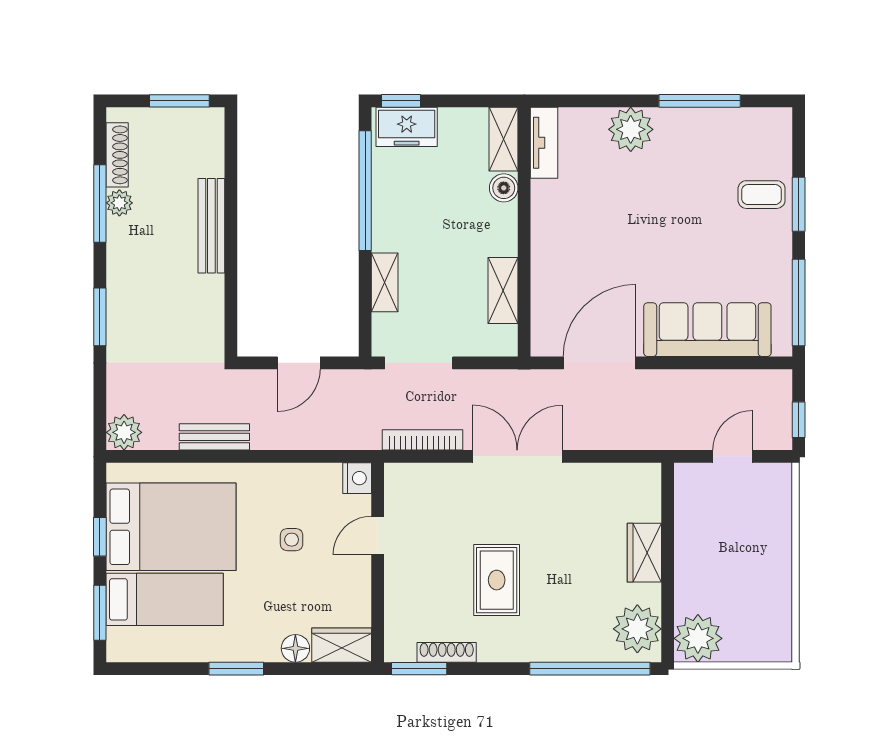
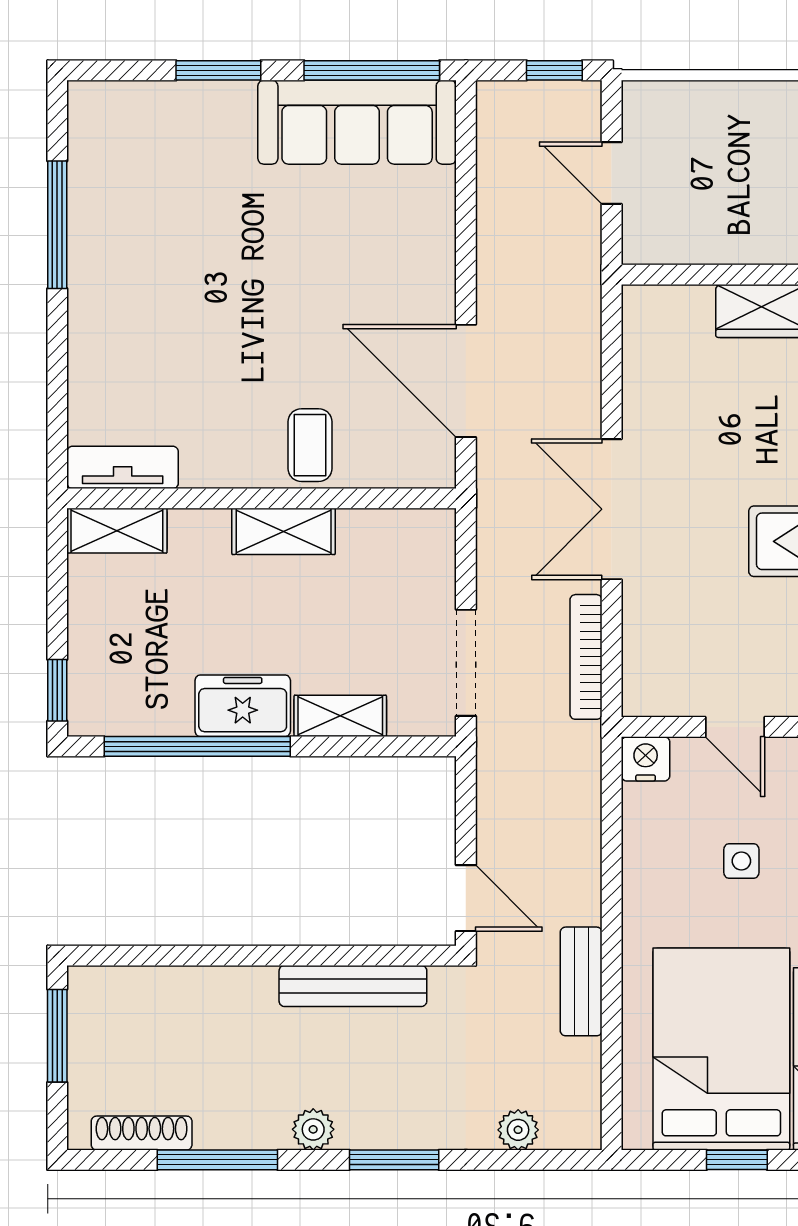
freezer: (407, 127) -> (243, 706), moved, turned -90
plant: (631, 129) -> (102, 332), removed
boiler: (504, 188) -> (193, 530), removed
coffee table: (762, 195) -> (310, 445), moved
plant: (119, 203) -> (313, 1129), moved
bench: (211, 226) -> (353, 986), moved
shelving: (503, 290) -> (284, 531), moved
sofa: (707, 330) -> (357, 122), moved, turned -90
door: (299, 363) -> (466, 898), moved
plant: (124, 432) -> (518, 1130), moved, width x0.73, depth x0.73

